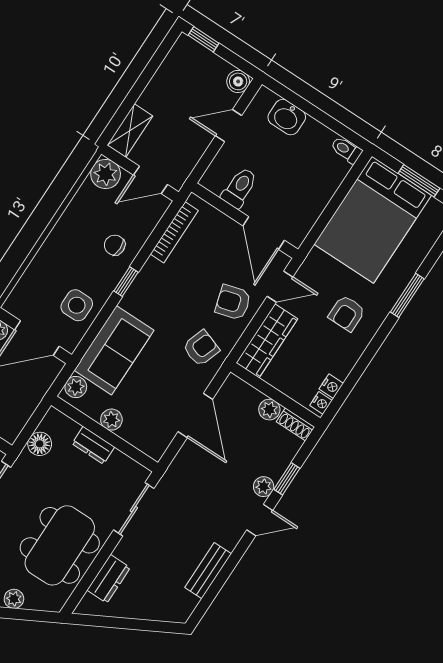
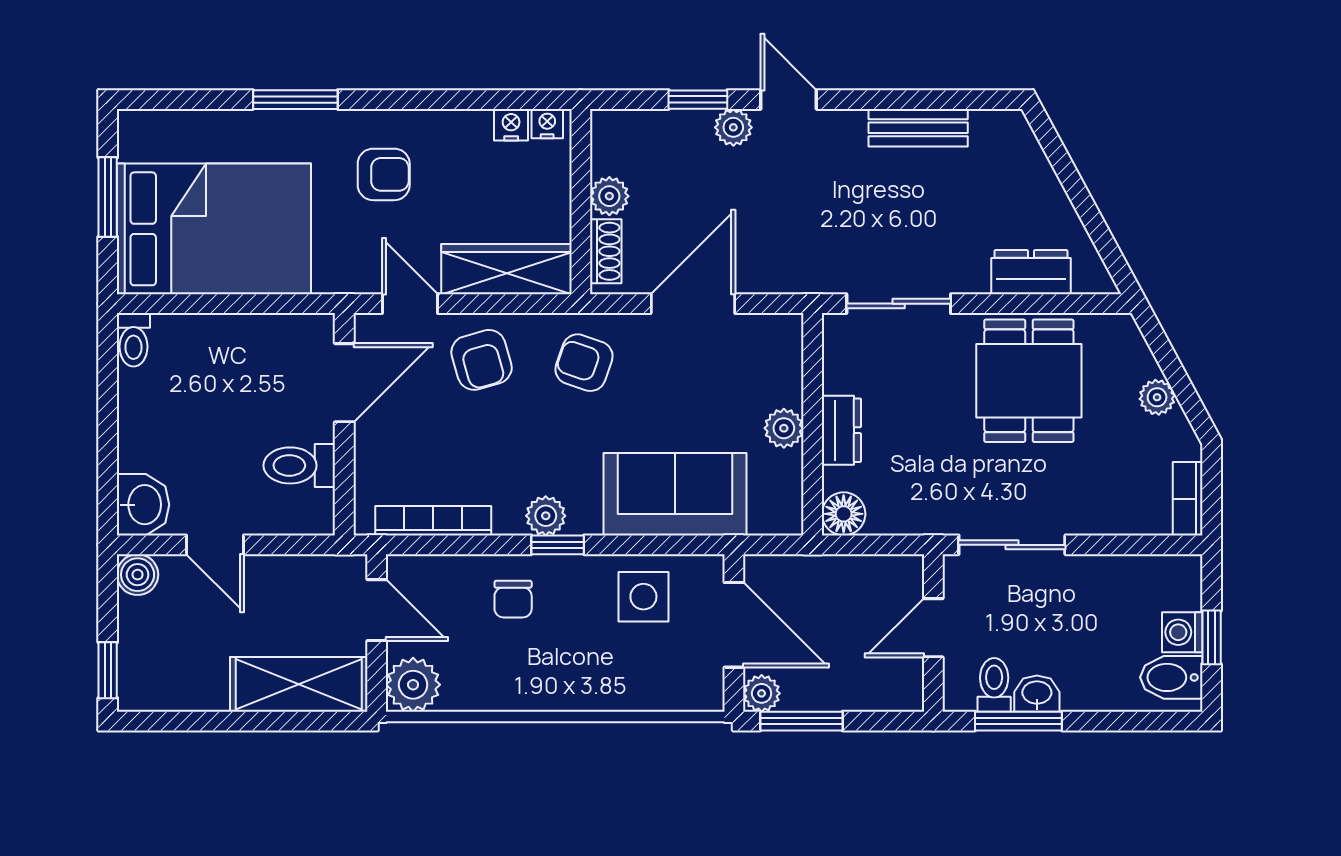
washbasin: (287, 117) -> (143, 505), moved
shelving: (130, 130) -> (299, 684), width x1.50, depth x1.33
plant: (76, 387) -> (546, 516), moved
shoe rack: (296, 424) -> (606, 251), moved
floor lamp: (40, 444) -> (844, 514), moved
dining table: (60, 545) -> (1029, 381), width x0.73

